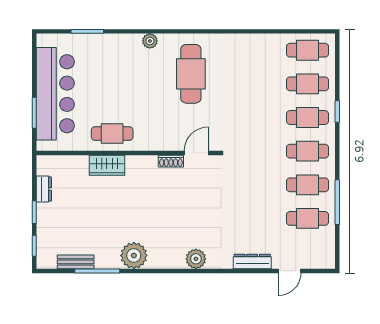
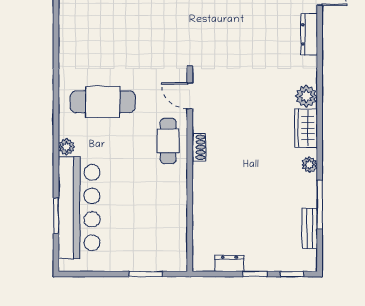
bar counter: (55, 94) -> (79, 208), moved, turned 90
cafe table: (112, 134) -> (168, 141), moved
shoe rack: (171, 161) -> (199, 147), moved
wardrobe: (107, 165) -> (306, 128), moved, turned 180
plant: (134, 255) -> (309, 165), width x0.53, depth x0.53

